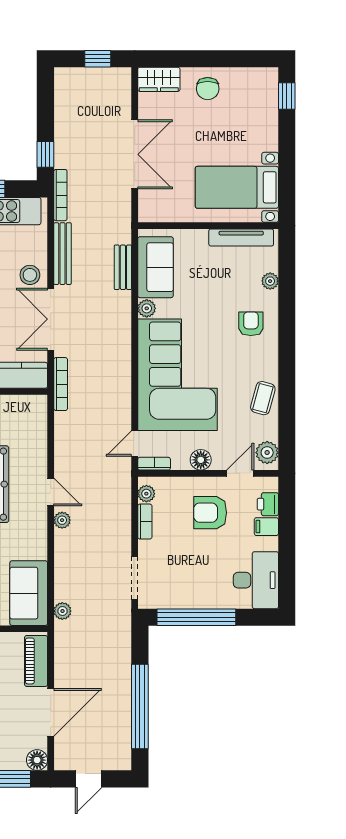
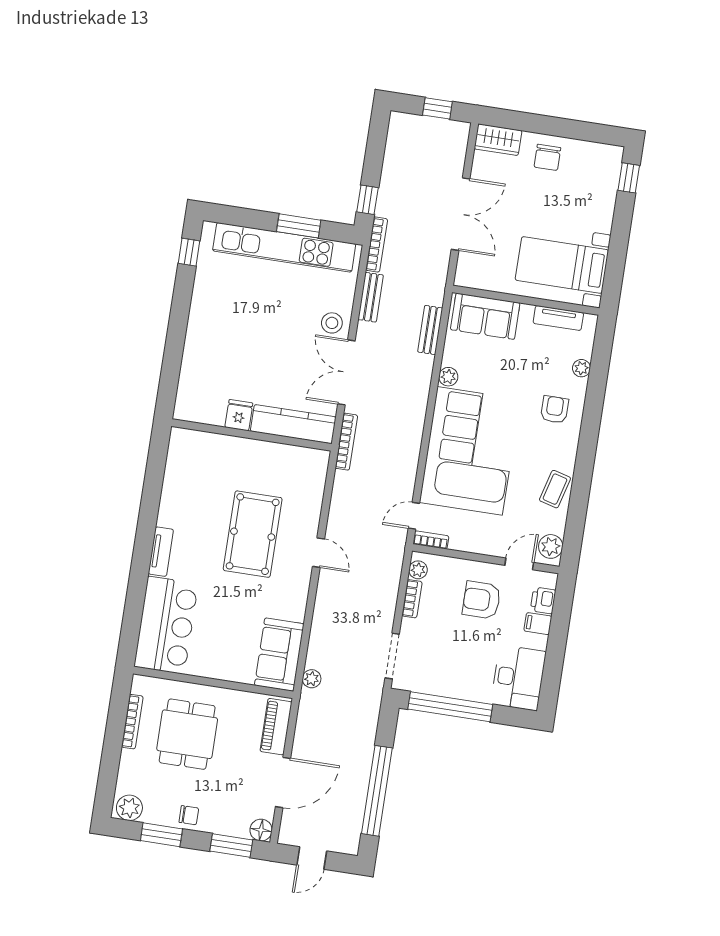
tv unit: (241, 237) -> (558, 318), width x0.71
bench: (62, 254) -> (371, 297), width x0.73
sofa: (155, 267) -> (485, 316), moved, turned 90
floor lamp: (201, 460) -> (480, 543), removed
plant: (62, 520) -> (326, 584), removed

